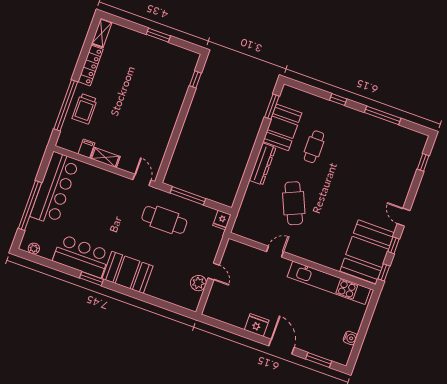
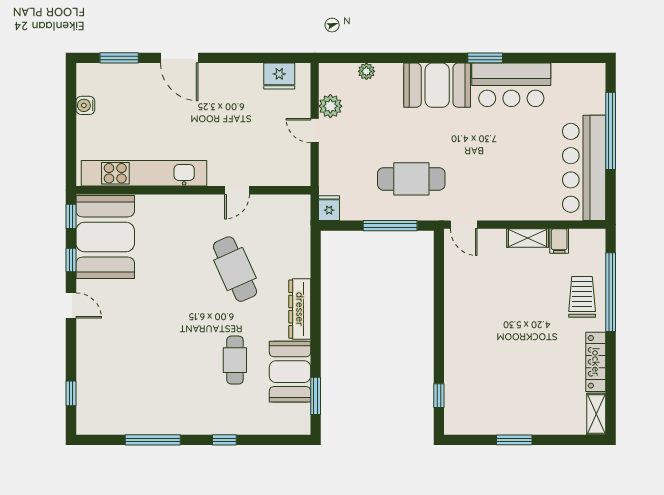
plant: (34, 249) -> (366, 71), moved
fridge: (257, 325) -> (279, 76), moved

